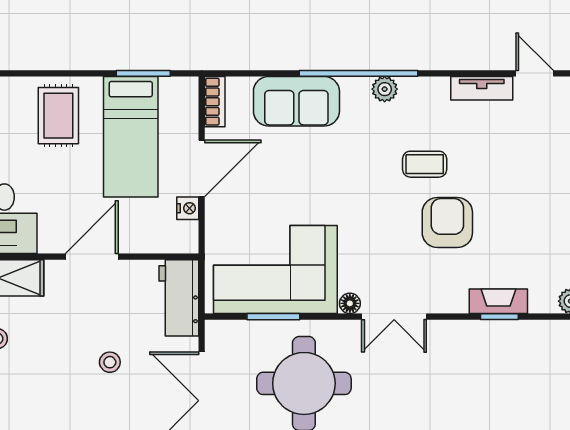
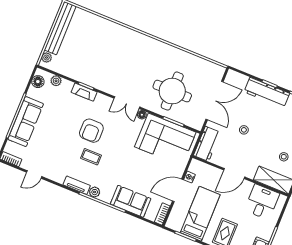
door: (535, 73) -> (34, 174), hinge flipped
tv unit: (482, 88) -> (77, 185), moved
double door: (394, 317) -> (127, 103), swing flipped

